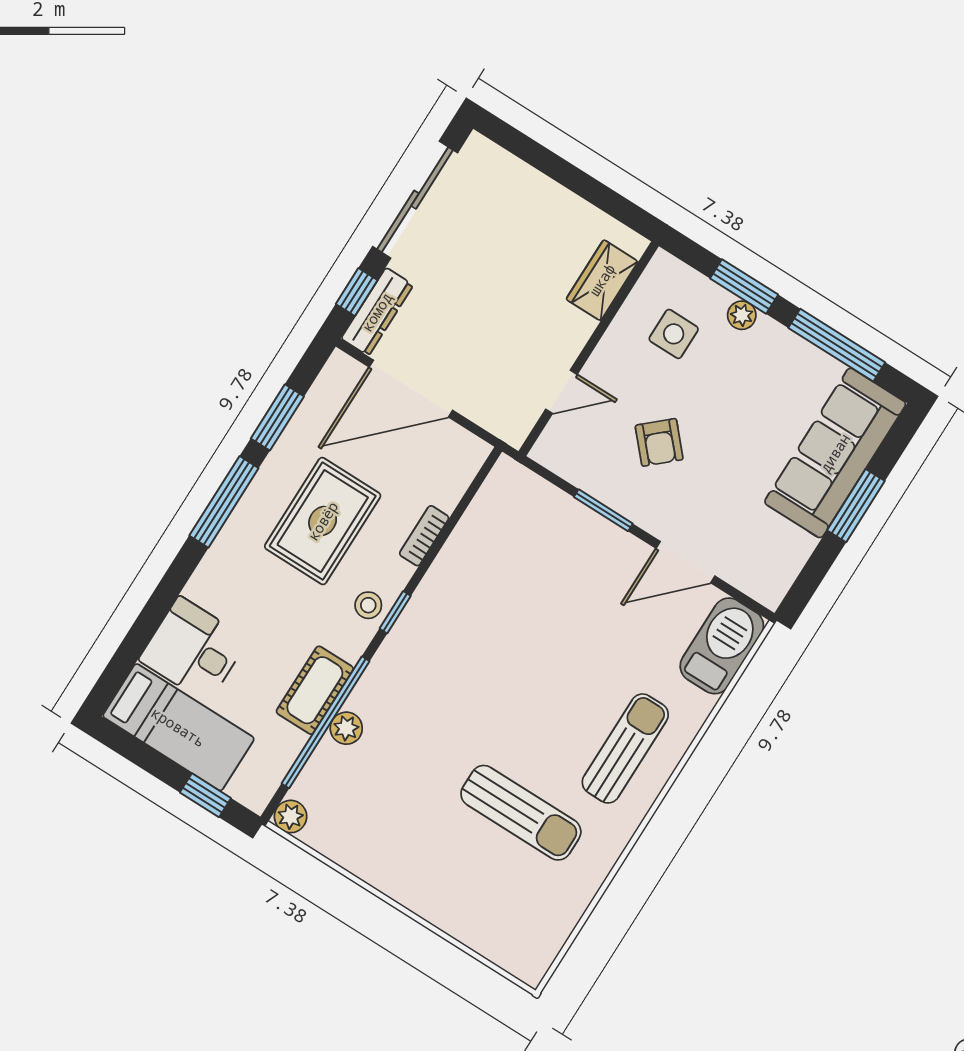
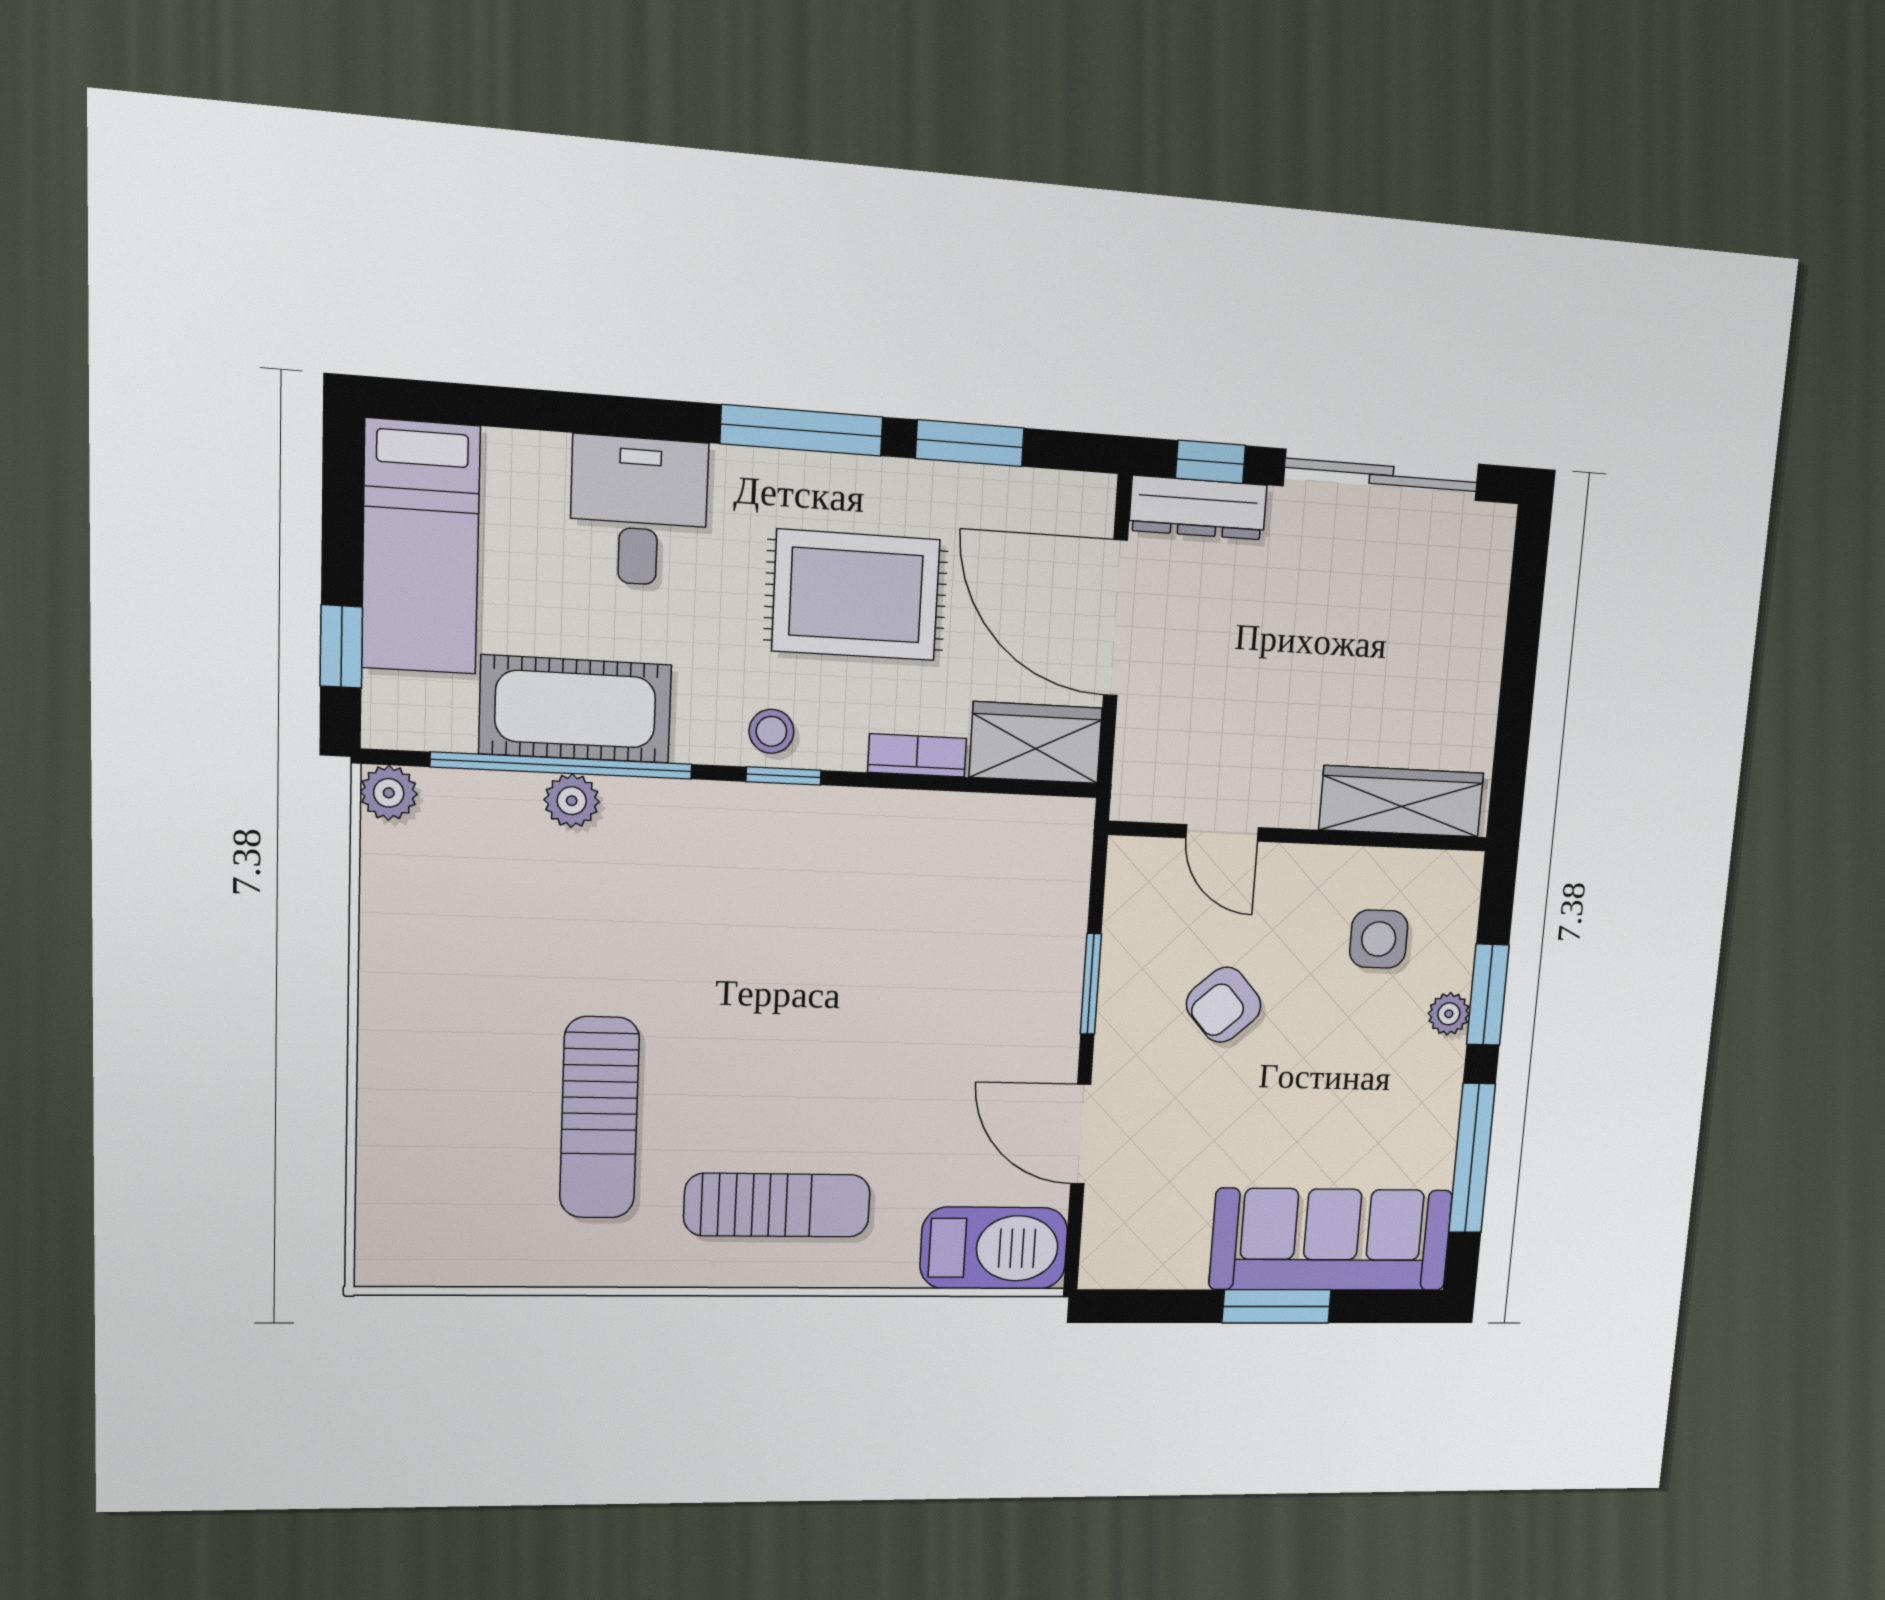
wardrobe: (602, 280) -> (1401, 801), width x1.50
wardrobe: (453, 468) -> (1036, 743), added
desk: (193, 650) -> (639, 511), moved
cot: (315, 690) -> (575, 709), width x1.37, depth x1.34

